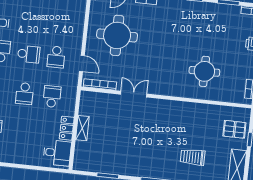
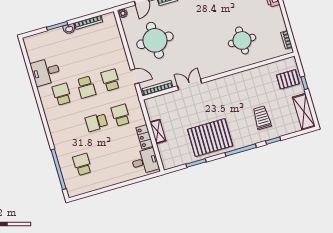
school desk: (29, 54) -> (86, 87), turned 90
school desk: (56, 57) -> (111, 80), turned 180
school desk: (25, 94) -> (96, 122), turned 90
pallet: (132, 156) -> (210, 138), added
trolley: (193, 157) -> (262, 118), turned 90

